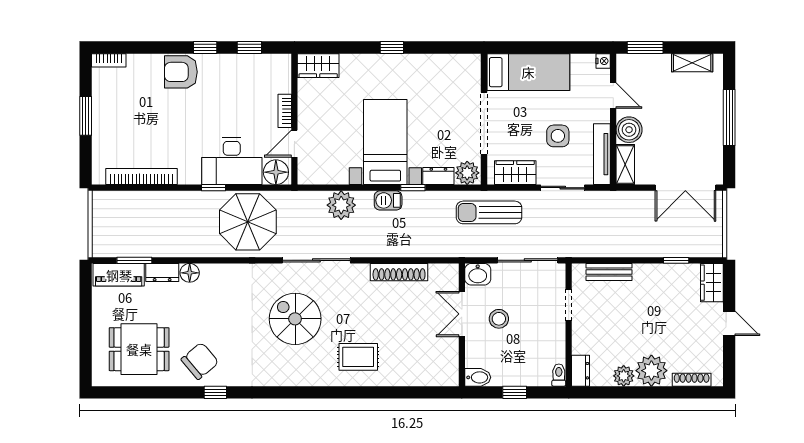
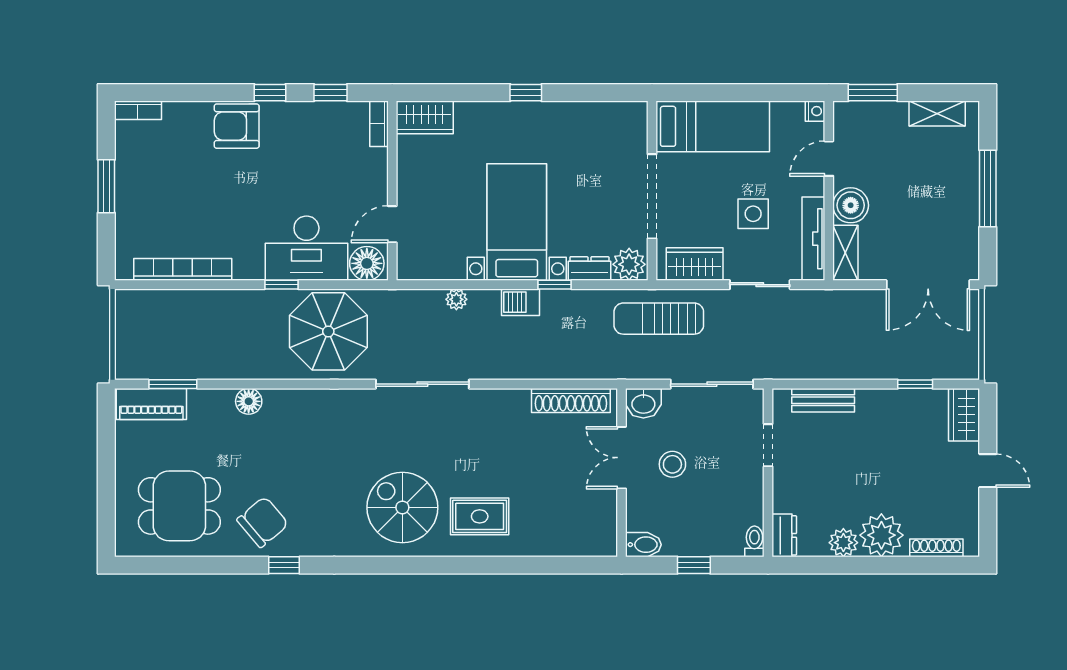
door: (613, 96) -> (829, 159), swing flipped
bookcase: (285, 111) -> (379, 124), moved
plant: (341, 205) -> (456, 299), width x0.53, depth x0.53
shoe rack: (399, 272) -> (571, 400), moved
dresser: (162, 273) -> (211, 401), removed
spiral stairs: (295, 319) -> (402, 507), moved

